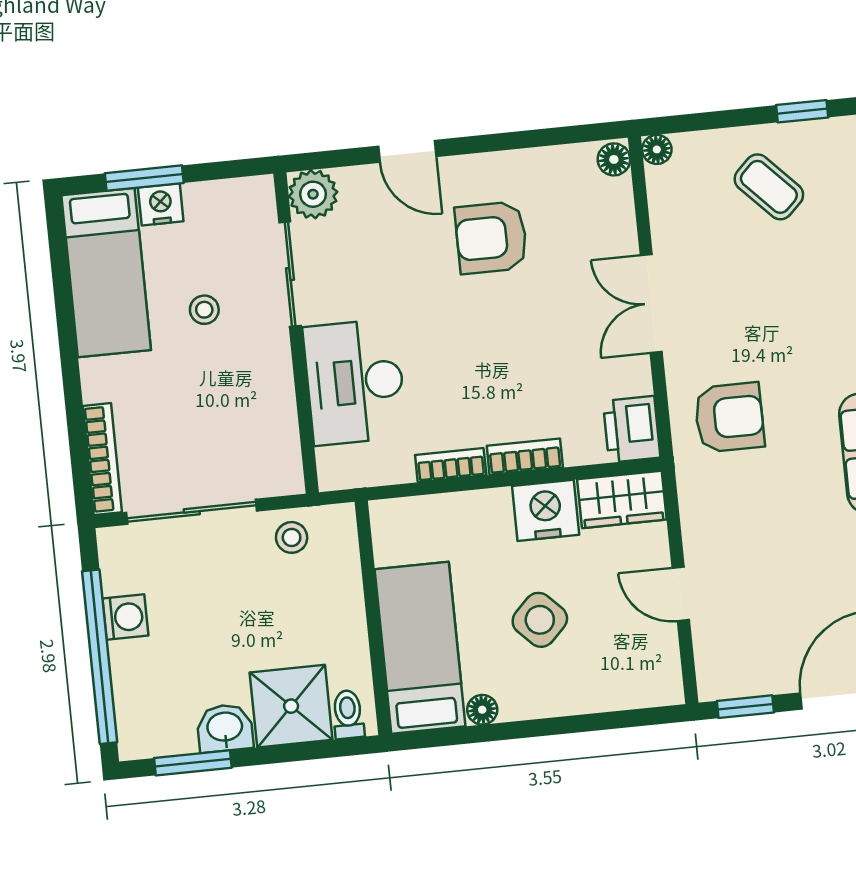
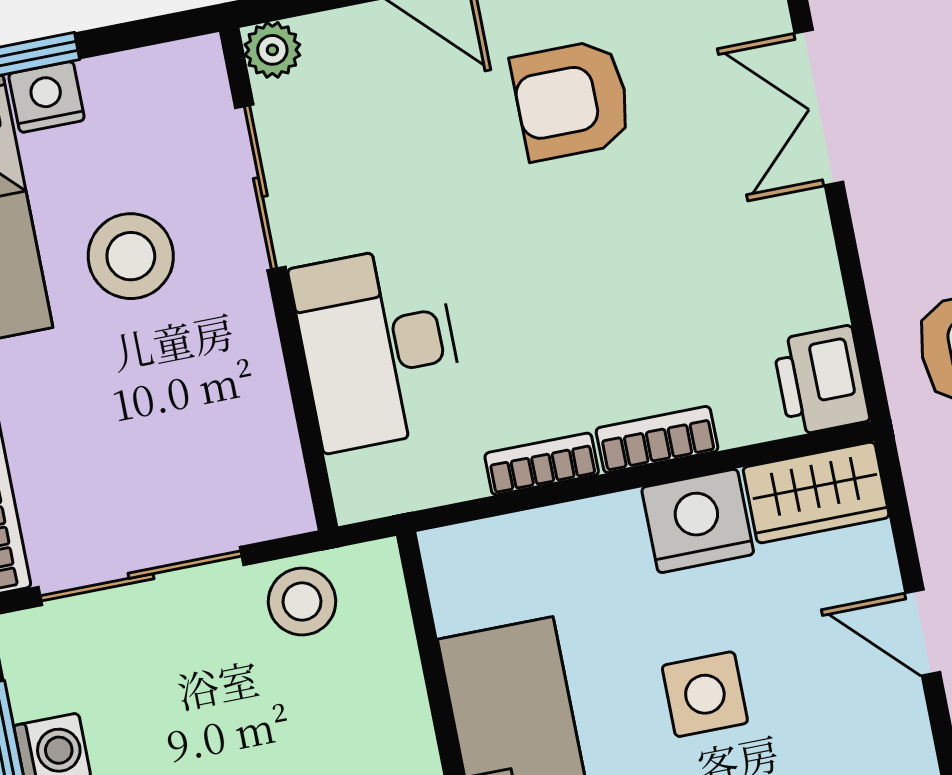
plant: (313, 194) -> (272, 50), width x0.73, depth x0.73
double door: (651, 304) -> (819, 108), moved
stool: (204, 310) -> (131, 256), width x1.89, depth x1.89
stool: (292, 537) -> (302, 602), width x1.37, depth x1.37
side table: (540, 620) -> (705, 694), turned 45

